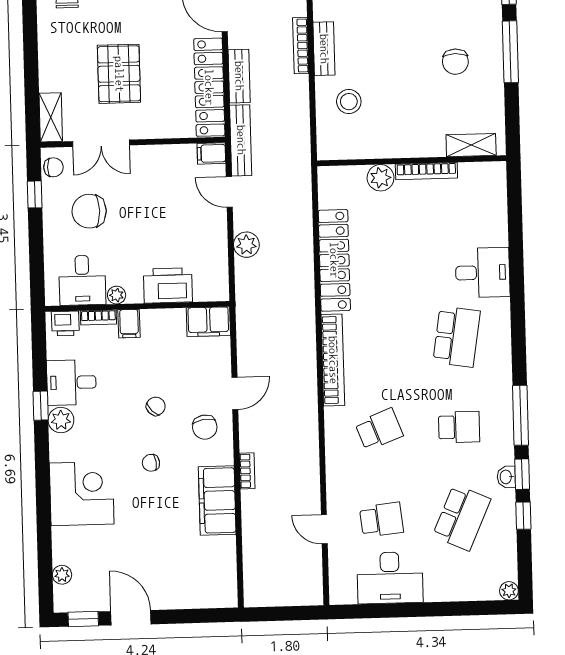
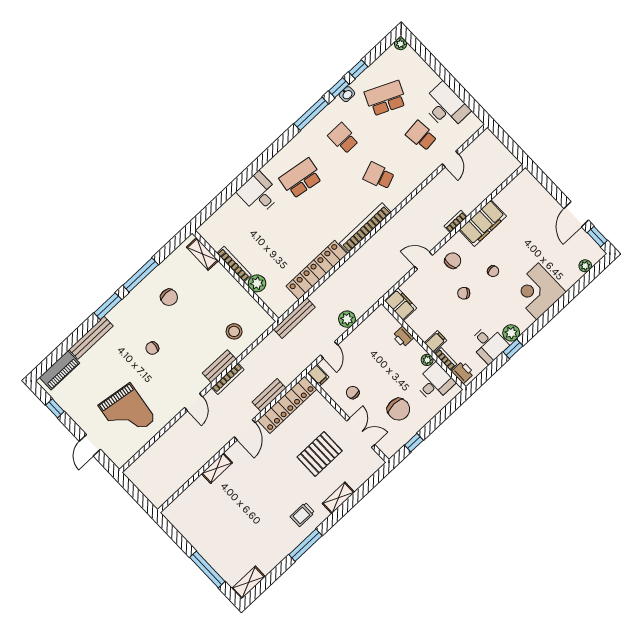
chair: (455, 62) -> (169, 297), turned 90
shelving: (51, 117) -> (338, 498), moved
bench: (241, 140) -> (294, 318), moved
chair: (53, 167) -> (353, 393), moved
printer: (168, 285) -> (403, 337), width x0.53, depth x0.68

